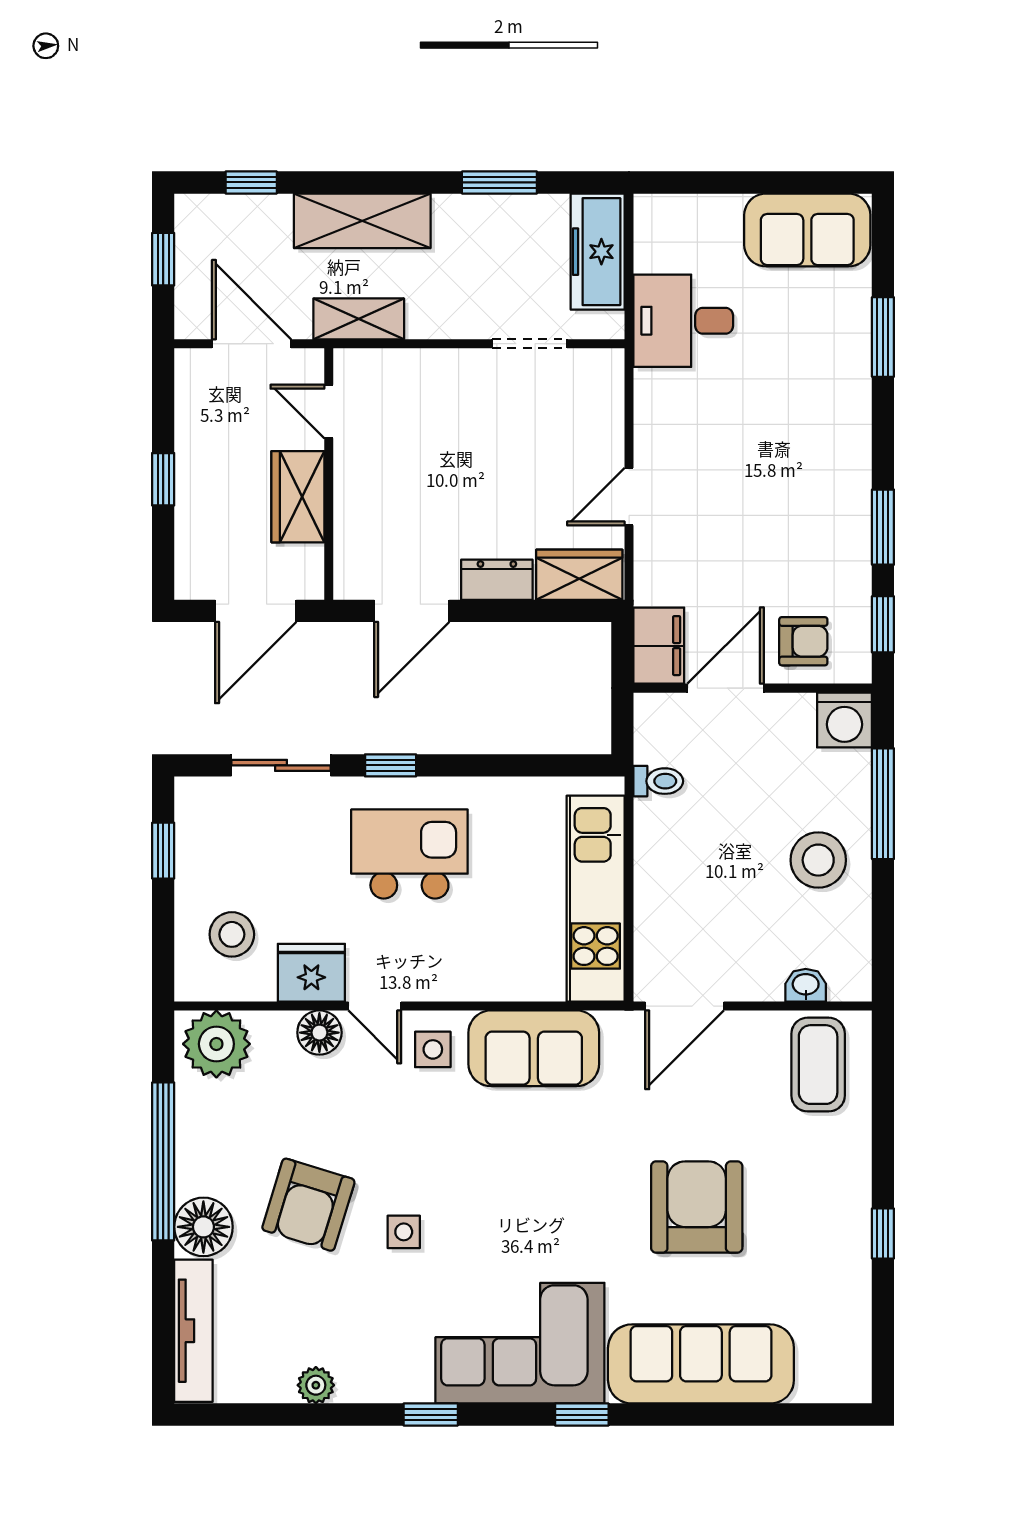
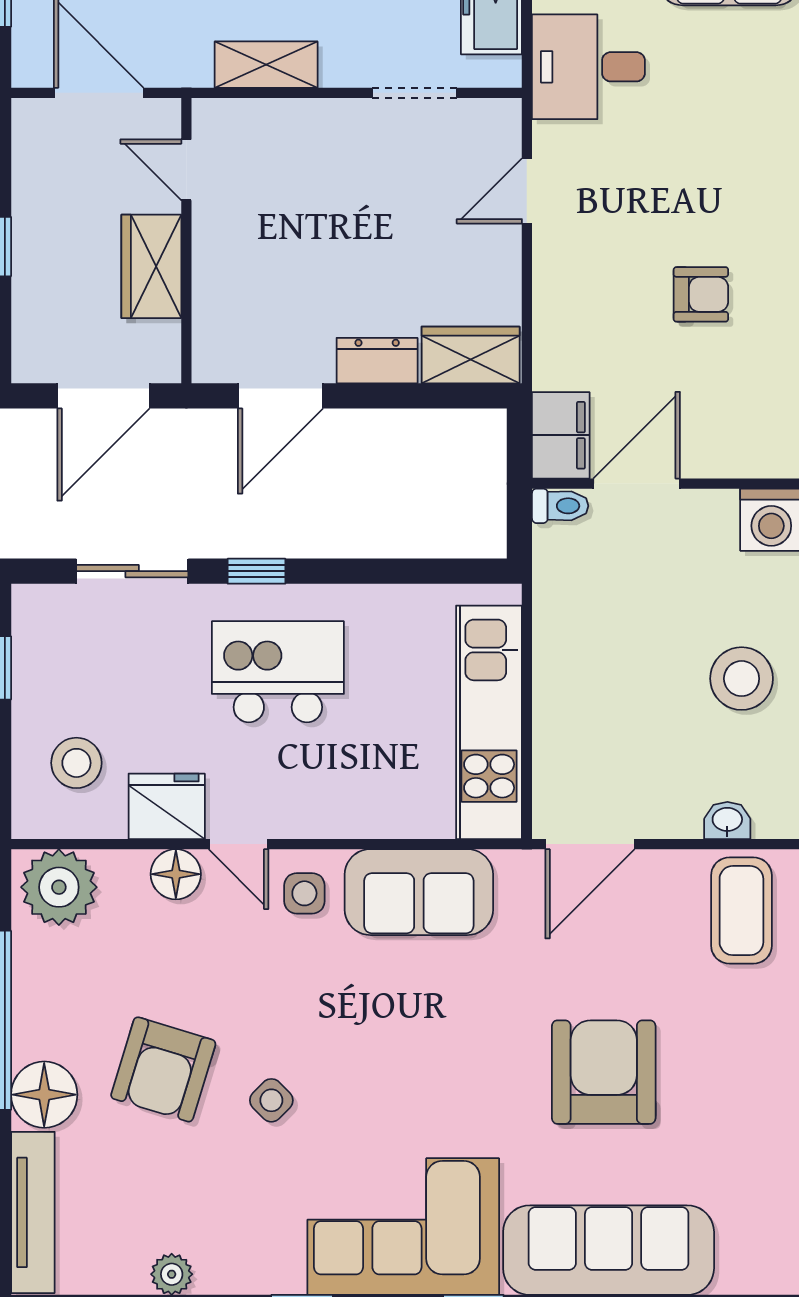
shelving: (359, 319) -> (266, 65), moved
door: (629, 497) -> (527, 191), moved
armchair: (803, 641) -> (701, 294), moved
toilet: (658, 781) -> (560, 506), moved
side table: (404, 1232) -> (271, 1100), turned 45

